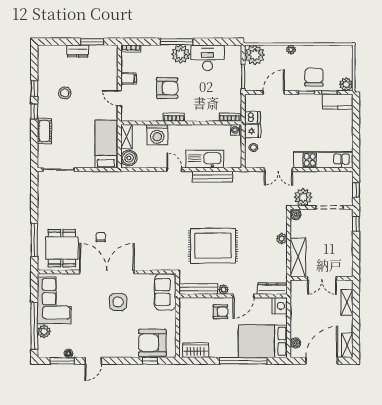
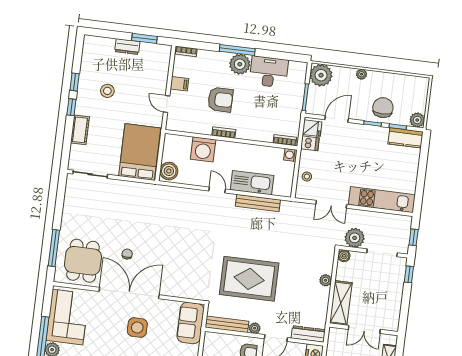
fridge: (253, 131) -> (312, 128), moved
shelving: (126, 137) -> (169, 147), removed
bed: (106, 144) -> (140, 152), width x1.50

